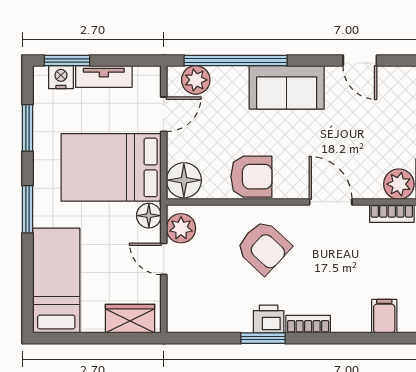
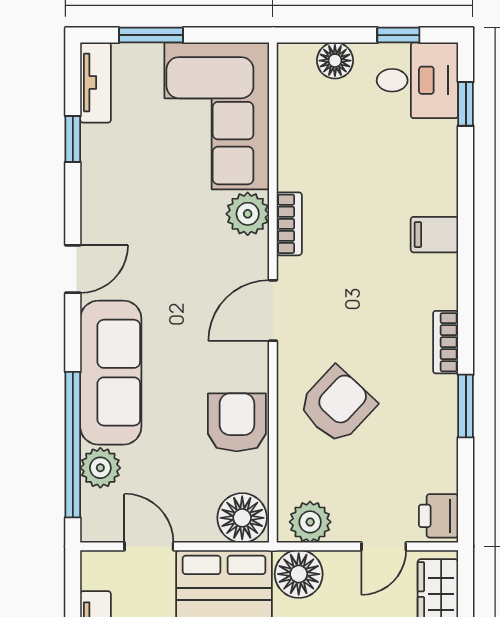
plant: (196, 80) -> (100, 468), moved
sofa: (287, 87) -> (111, 373), width x1.36
floor lamp: (149, 216) -> (299, 574), width x1.38, depth x1.38
door: (164, 259) -> (384, 546), moved
printer: (269, 319) -> (438, 516), moved

